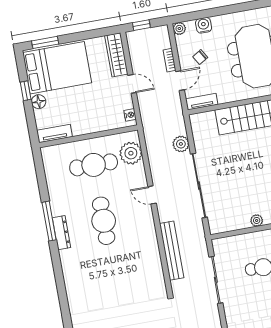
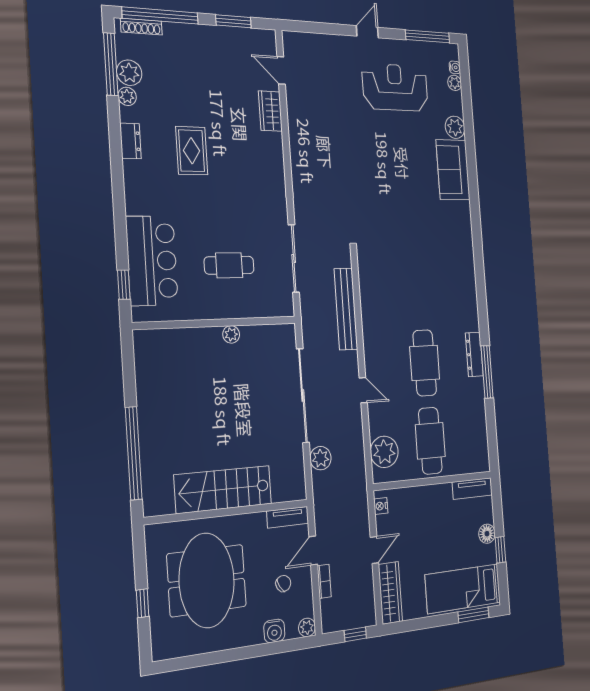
bed: (57, 68) -> (463, 589), width x0.67
door: (132, 84) -> (374, 550), swing flipped
cafe table: (94, 165) -> (430, 441), turned 90

